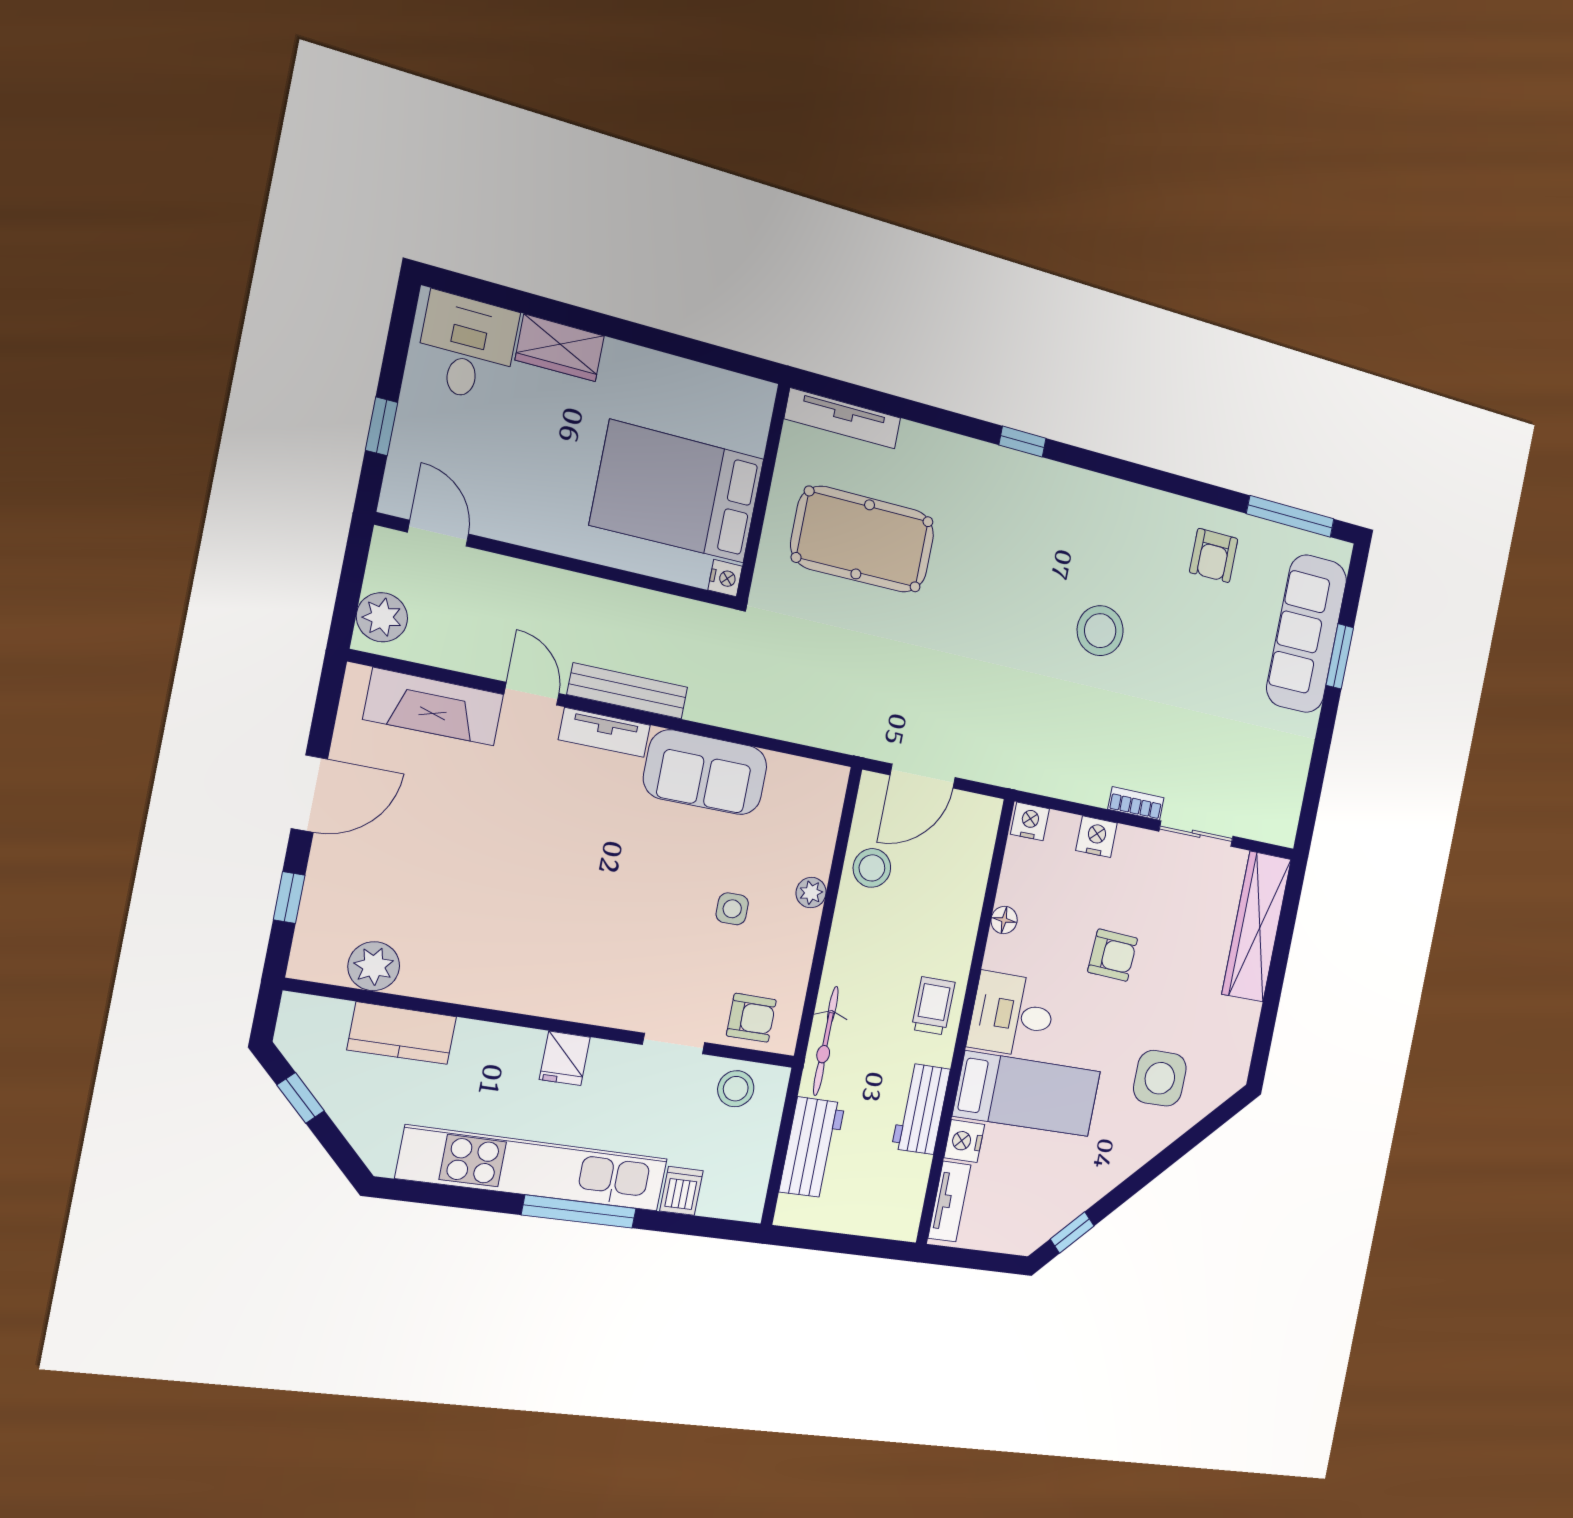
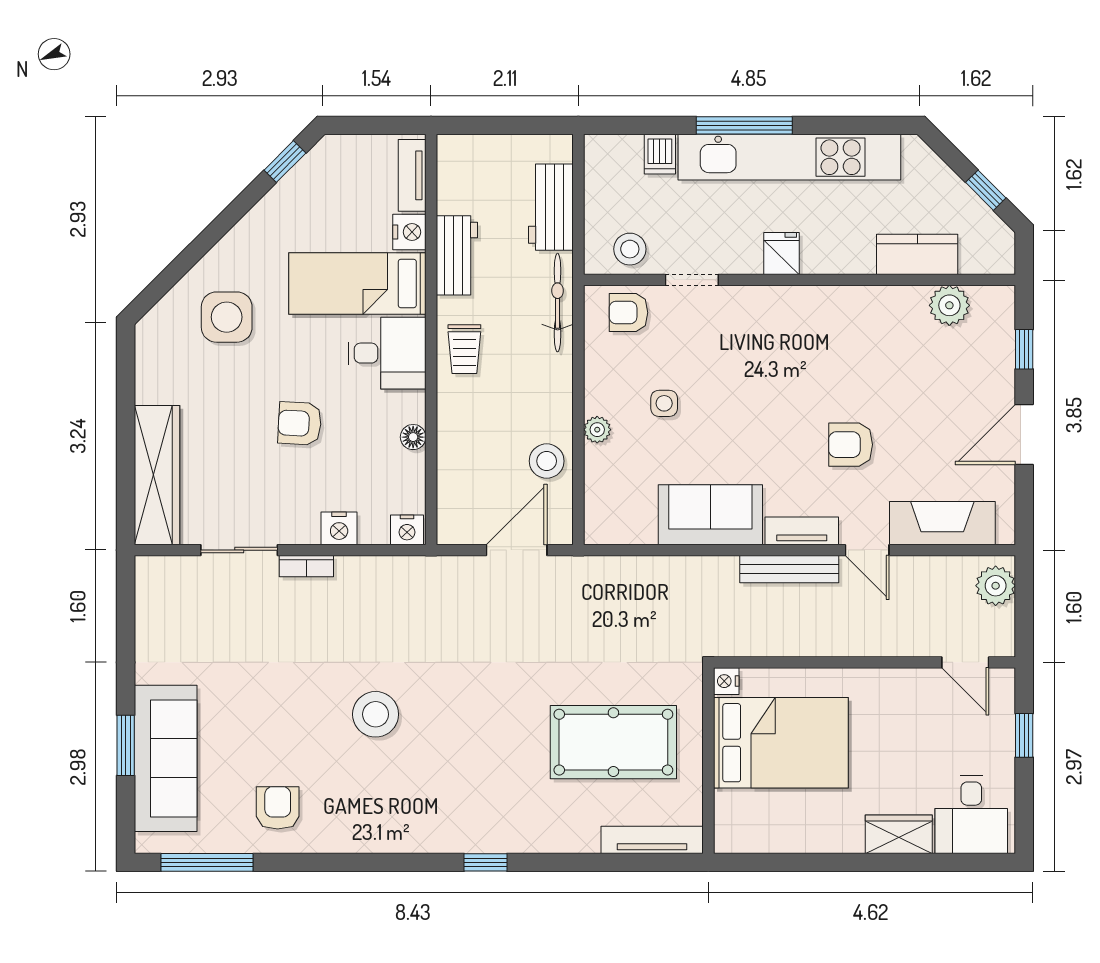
armchair: (527, 822) -> (851, 445), added

